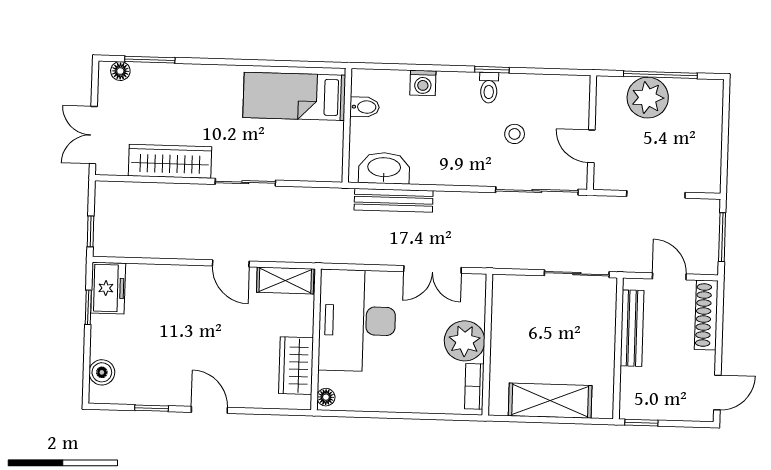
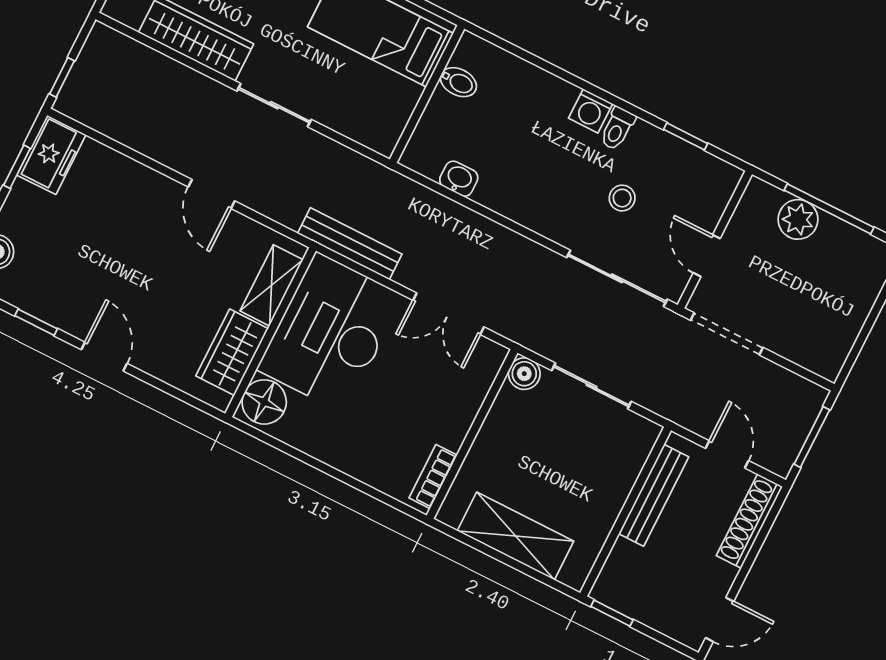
window: (492, 70) -> (686, 136), moved
washing machine: (423, 83) -> (591, 111), moved
plant: (648, 98) -> (798, 219), width x0.73, depth x0.73
washbasin: (384, 168) -> (459, 179), width x0.52, depth x0.69
doorway: (656, 194) -> (727, 334), moved
bench: (394, 200) -> (350, 244), moved
sliding door: (577, 274) -> (592, 386), moved
shelving: (285, 281) -> (272, 285), moved, turned 90
boiler: (504, 286) -> (524, 374), added
plant: (465, 341) -> (447, 417), removed
floor lamp: (326, 397) -> (264, 402), width x1.89, depth x1.89

